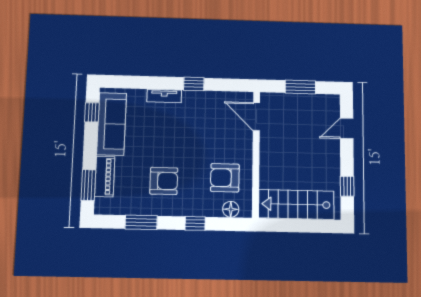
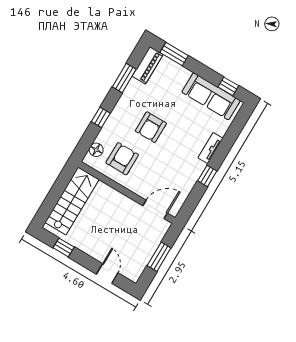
piano: (105, 177) -> (148, 65), moved, turned -90
armchair: (164, 181) -> (151, 127), moved

